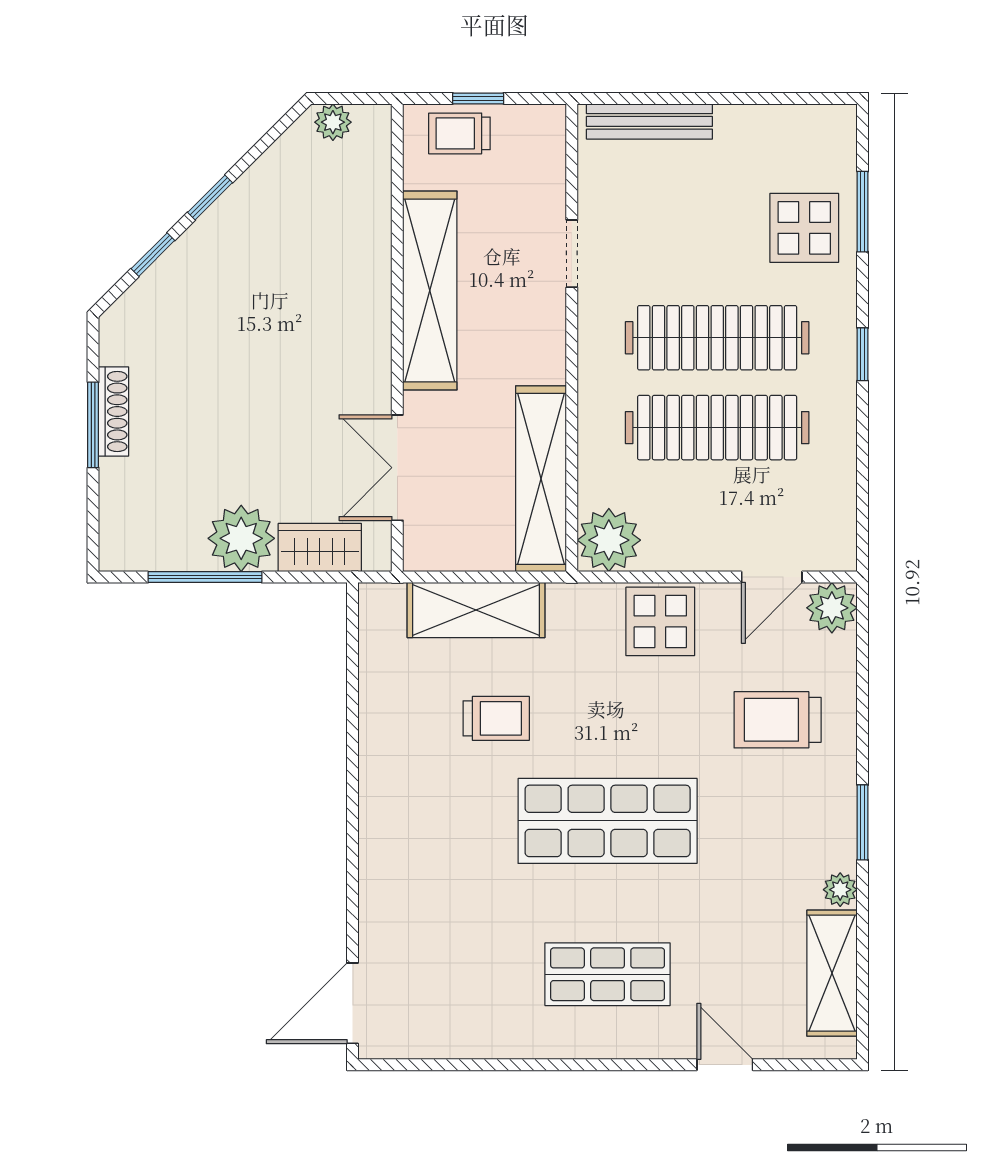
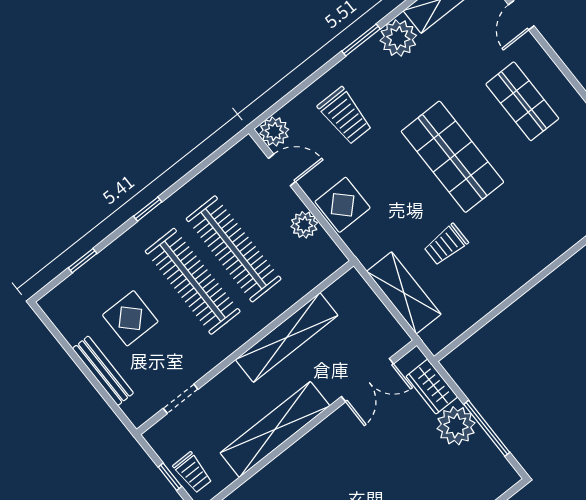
bench: (649, 121) -> (103, 371), moved
window: (863, 212) -> (83, 261), width x0.67
display table: (804, 228) -> (130, 318), moved
doorway: (572, 254) -> (181, 399), moved
shelving: (541, 479) -> (287, 337), moved
plant: (609, 540) -> (304, 225), moved, width x0.73, depth x0.73
trolley: (496, 718) -> (446, 245), turned -90
plant: (840, 890) -> (398, 38), width x1.87, depth x1.87

